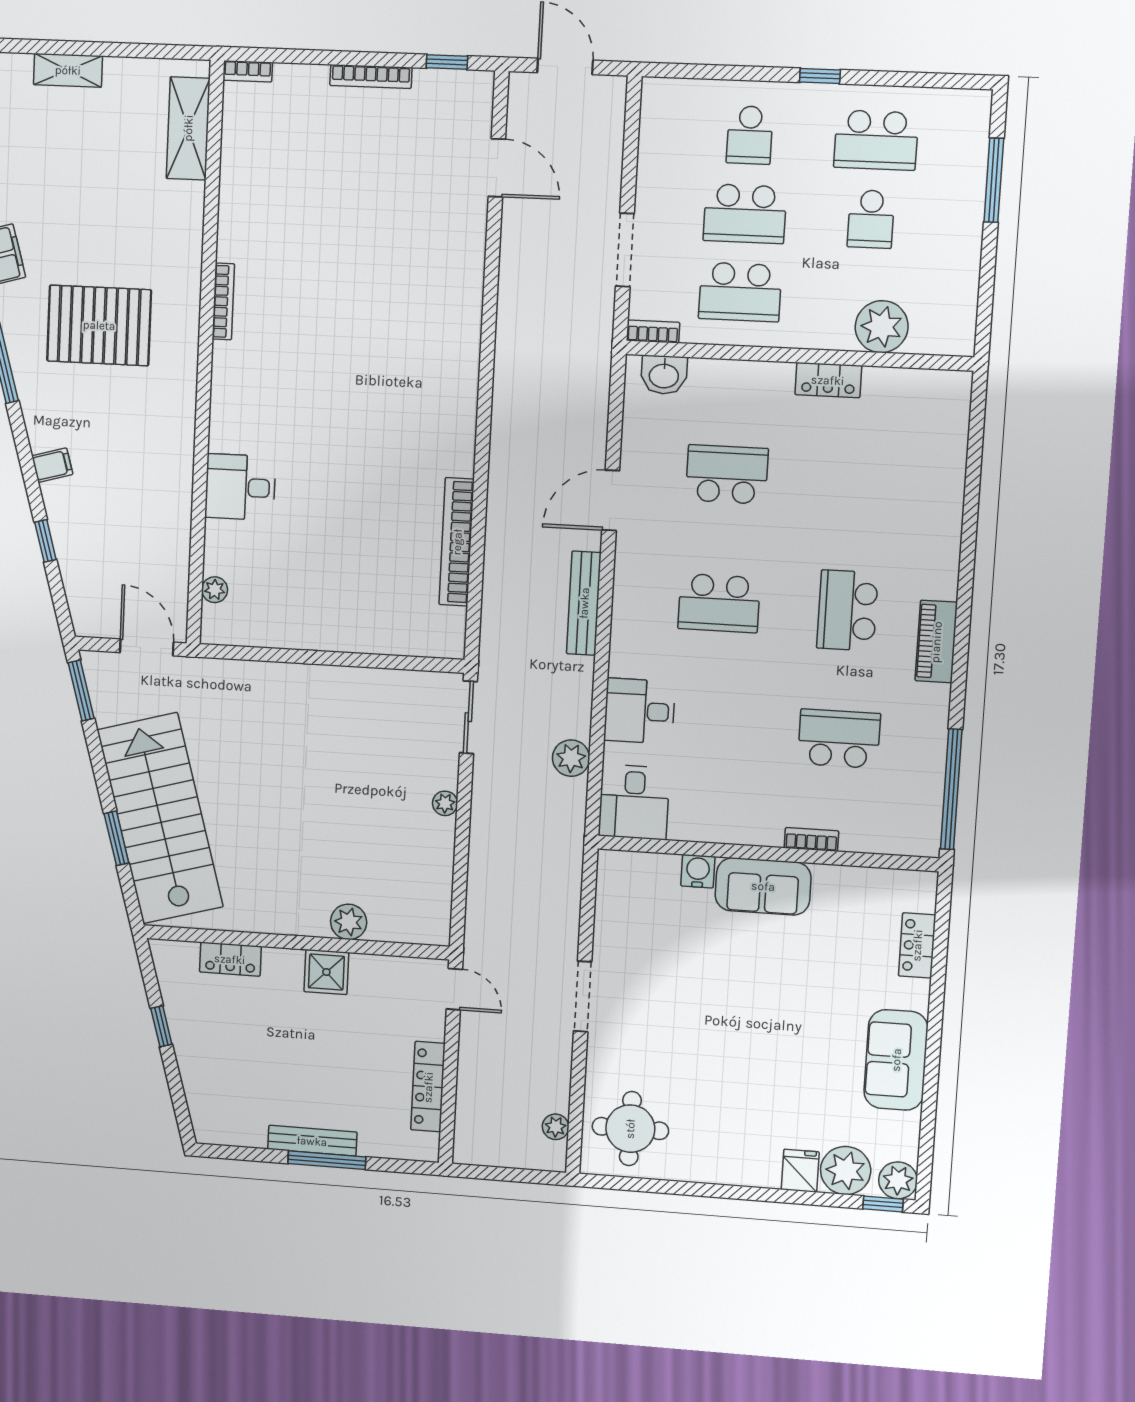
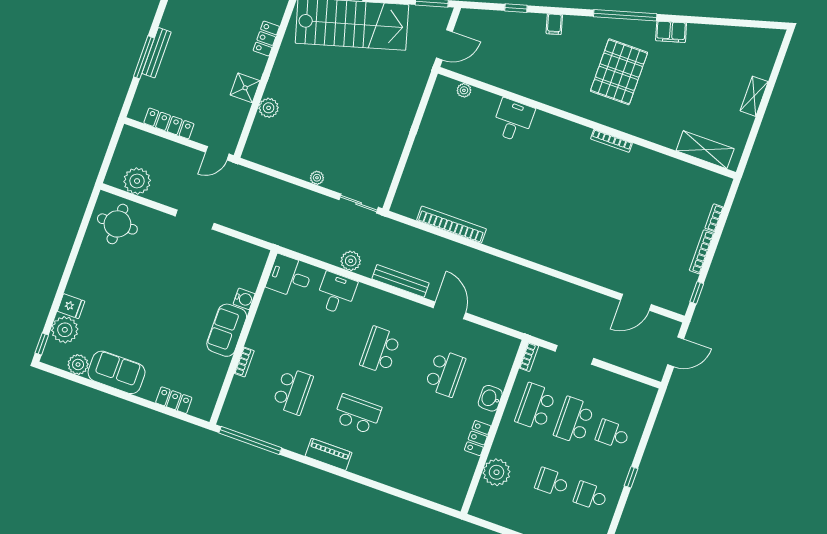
bookcase: (248, 71) -> (714, 218), moved
school desk: (876, 140) -> (591, 496), width x0.54
washbasin: (664, 375) -> (490, 398), moved
plant: (571, 758) -> (351, 261), moved
plant: (556, 1127) -> (137, 181), width x1.87, depth x1.87
plant: (898, 1180) -> (78, 365), moved

